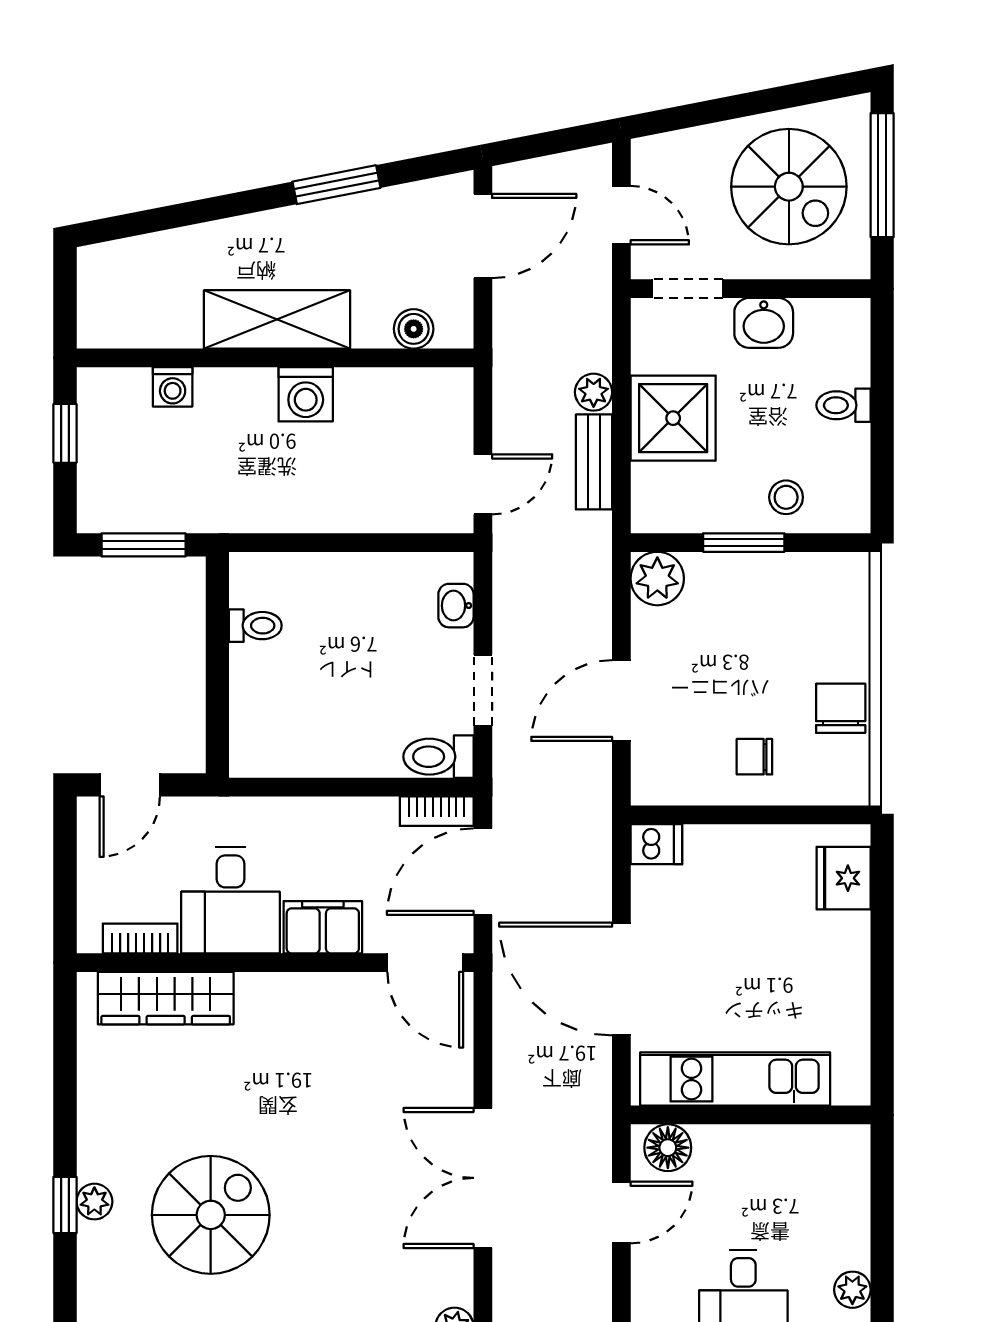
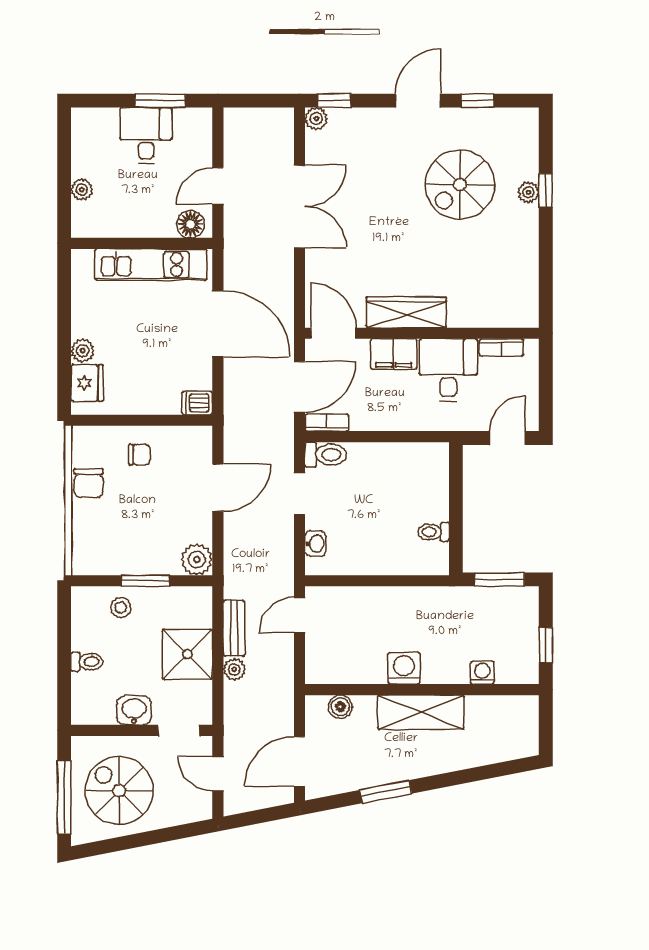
plant: (851, 933) -> (83, 351), added
wardrobe: (166, 998) -> (406, 312), moved
plant: (852, 1290) -> (82, 189), moved

